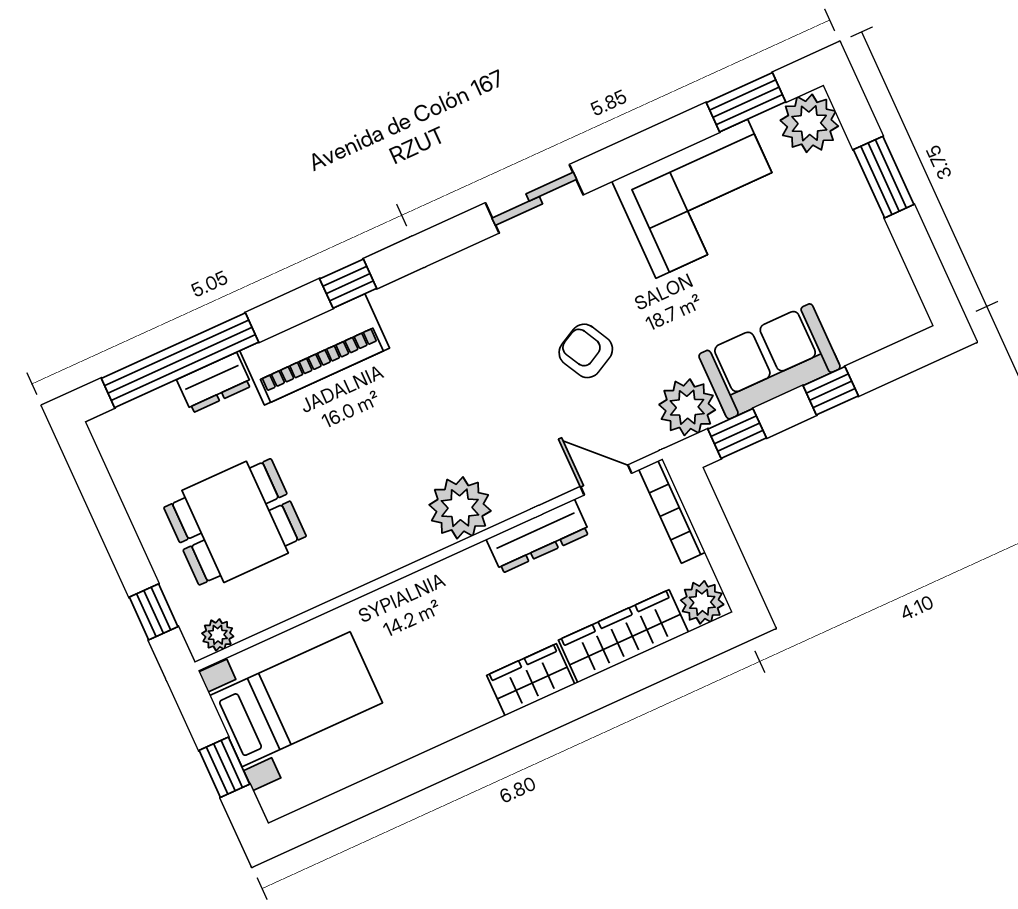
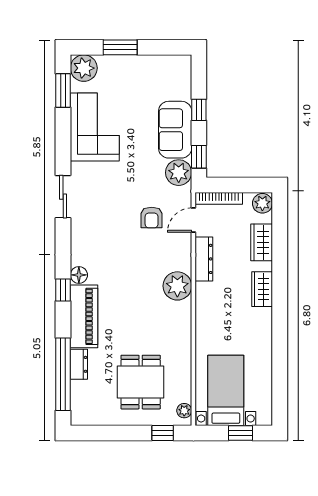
floor lamp: (392, 302) -> (79, 275), added
armchair: (586, 351) -> (152, 217), moved, turned -62
wardrobe: (623, 636) -> (262, 242), width x0.67

